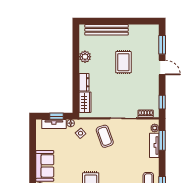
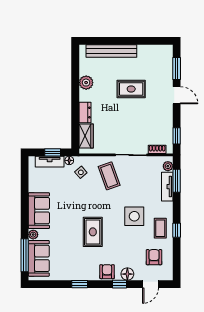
rug: (123, 62) -> (131, 89), turned 90
side table: (126, 171) -> (134, 216), added

